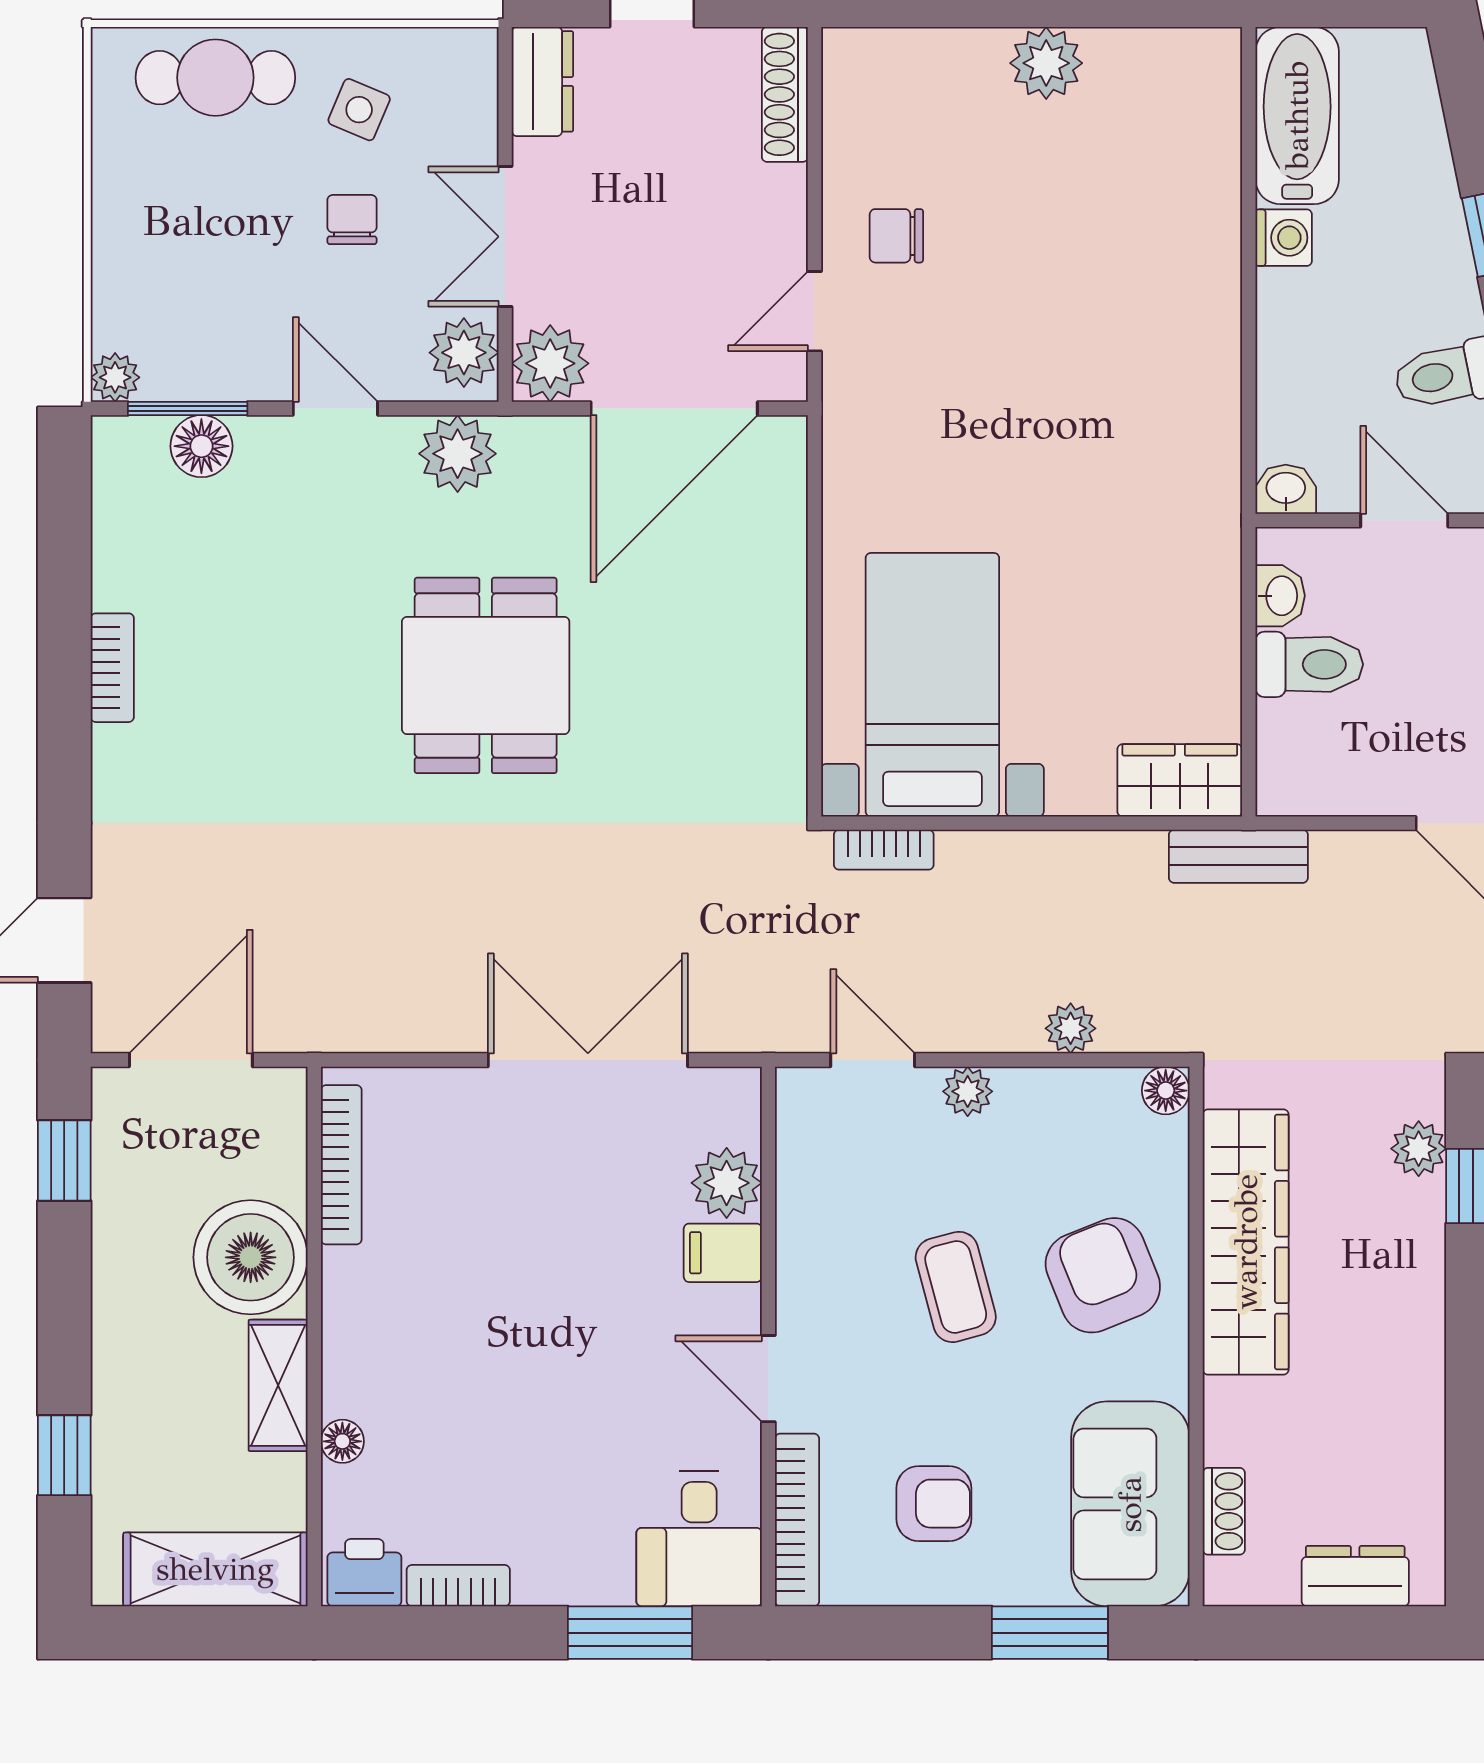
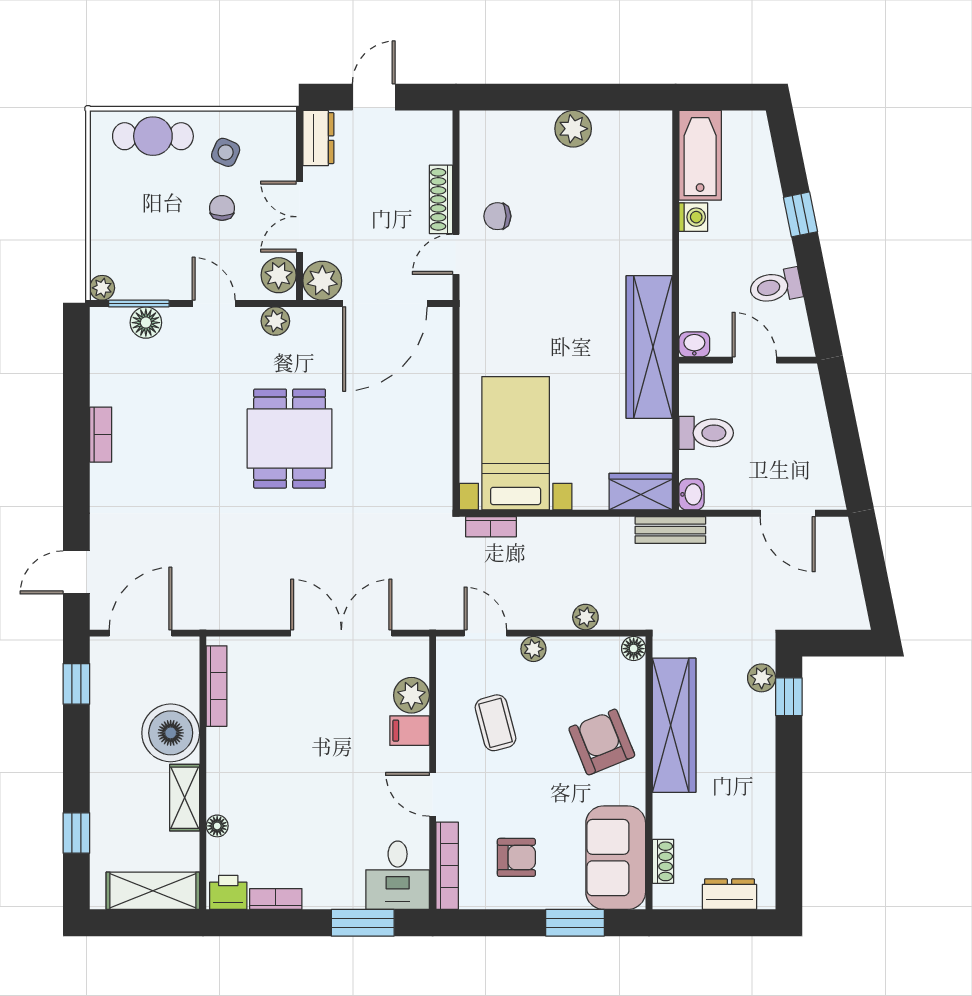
shoe rack: (785, 94) -> (441, 199), moved
plant: (458, 454) -> (275, 321), width x0.73, depth x0.73
wardrobe: (1197, 495) -> (649, 347), added
washbasin: (1280, 596) -> (692, 494), moved
coffee table: (956, 1287) -> (495, 723), moved

